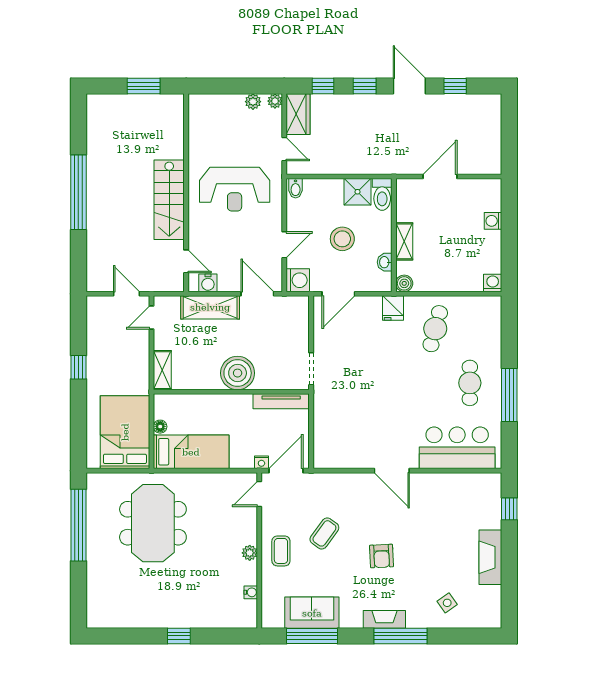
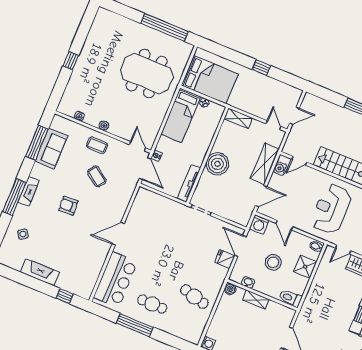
shower: (357, 192) -> (305, 267), moved
fridge: (393, 308) -> (225, 259), moved

